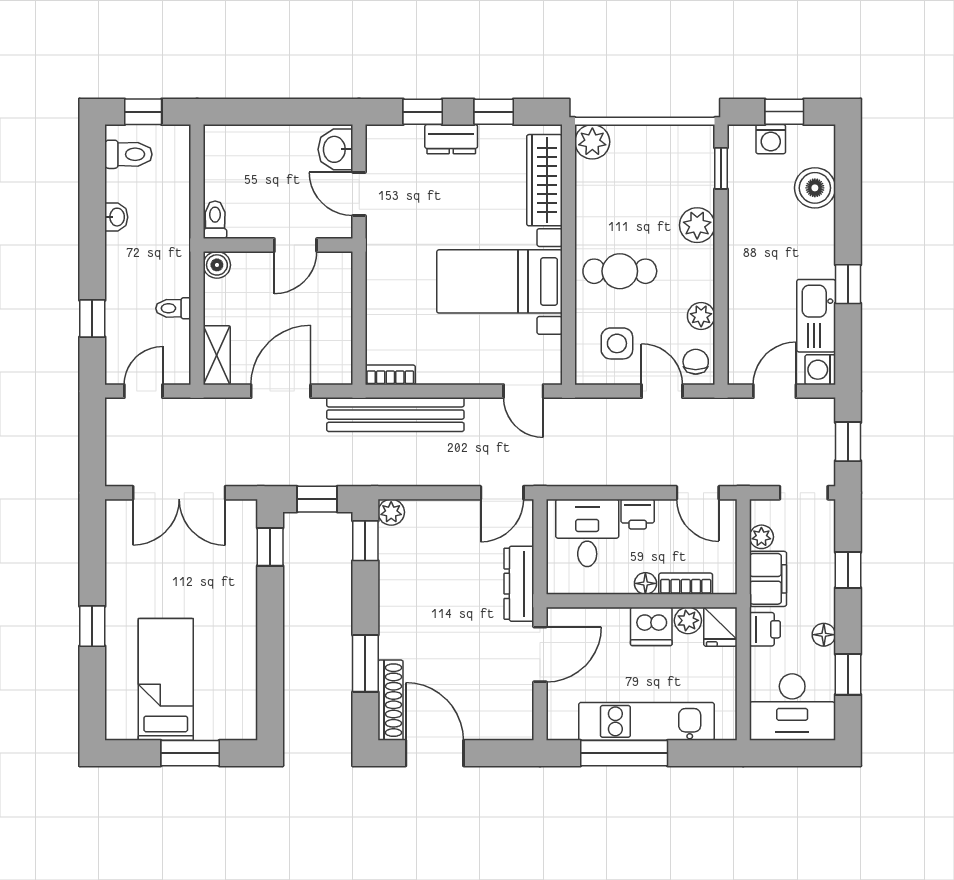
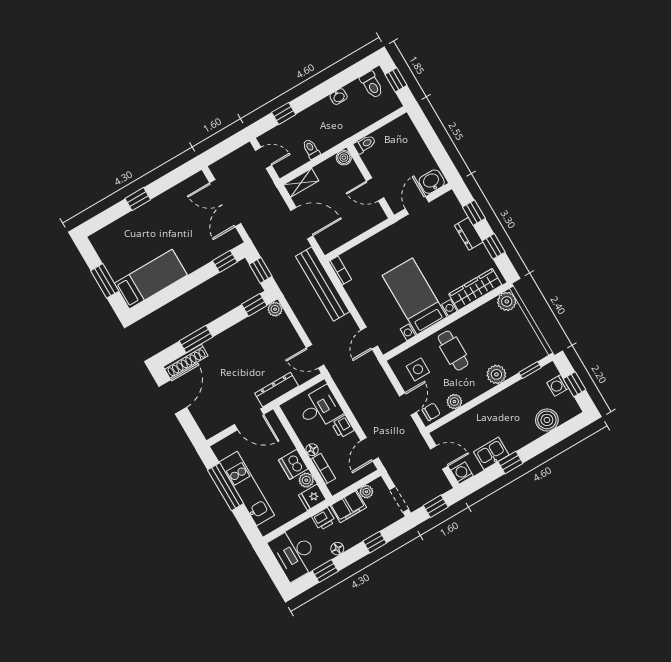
kitchen sink: (816, 316) -> (491, 453), width x0.73
bed: (166, 679) -> (151, 279), moved

